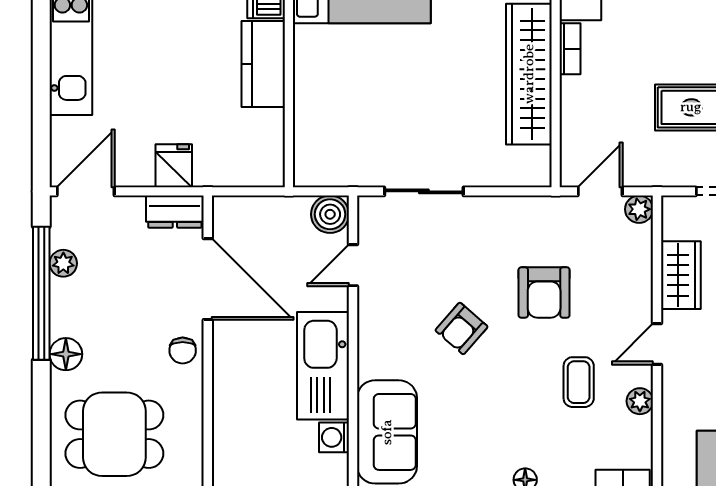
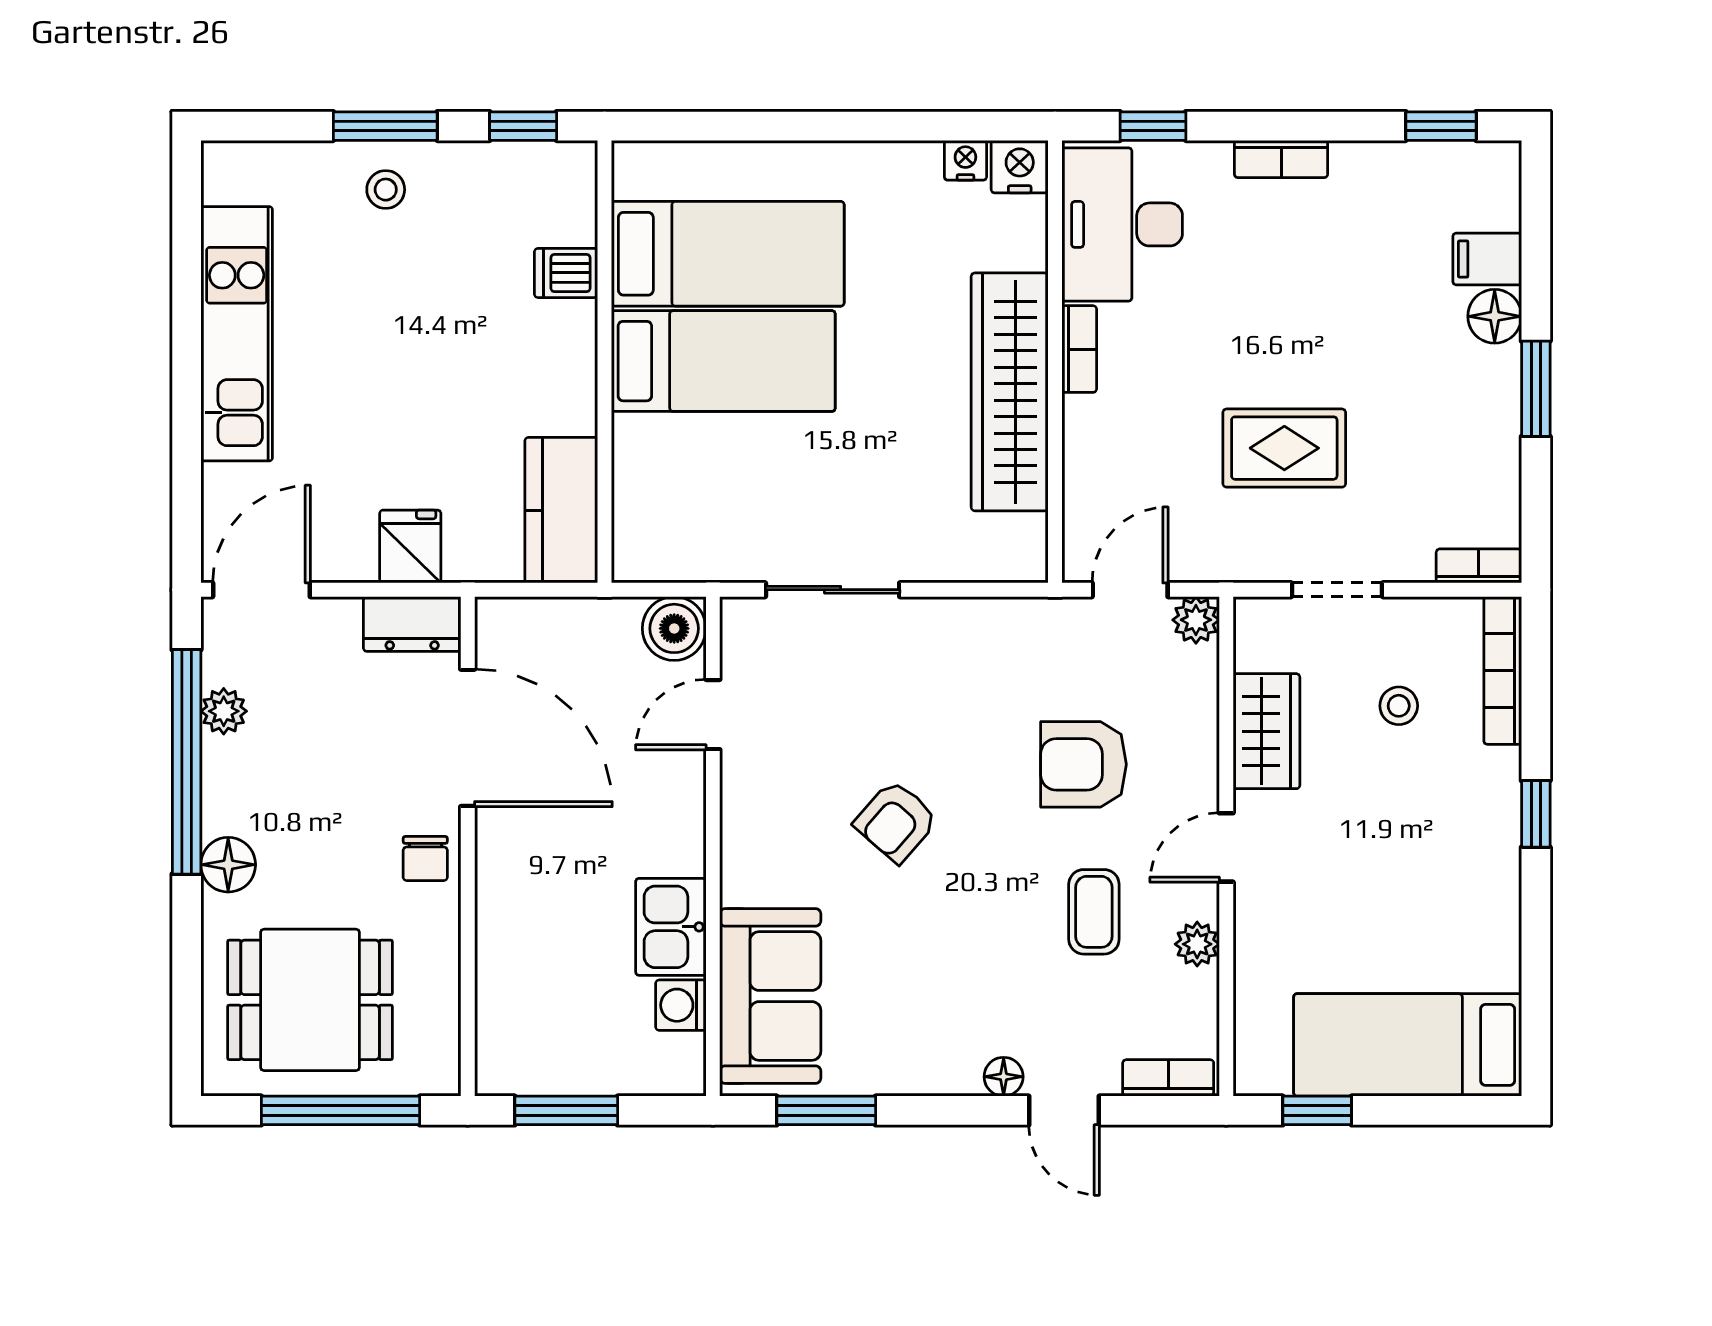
bed: (359, 56) -> (723, 361), added
kitchen counter: (263, 64) -> (561, 510), moved
armchair: (544, 292) -> (1083, 764), moved, turned 90
kitchen sink: (323, 366) -> (671, 927), width x0.53, depth x0.81

